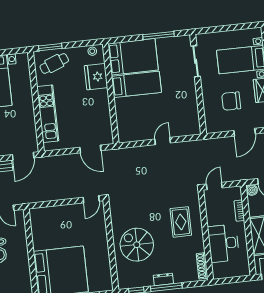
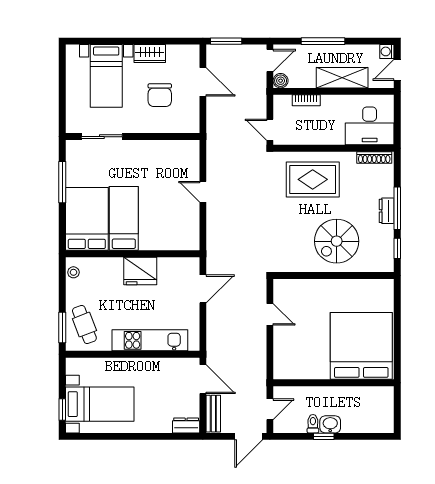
fridge: (96, 77) -> (140, 271), moved
door: (91, 199) -> (270, 314), moved
rug: (181, 222) -> (313, 179), width x1.36, depth x1.43
desk: (223, 243) -> (370, 126), moved

